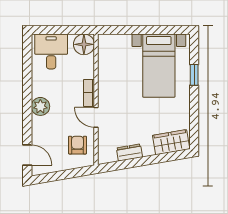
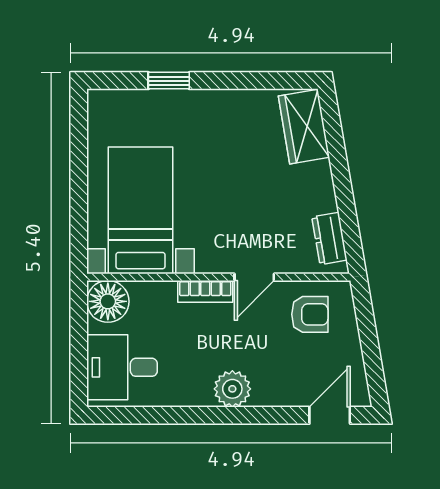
bed with nightstands: (159, 66) -> (140, 210), moved, turned -90
armchair: (78, 145) -> (310, 314), turned 180
dresser: (129, 152) -> (329, 239), moved

